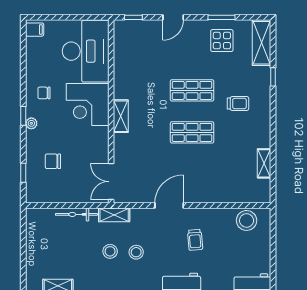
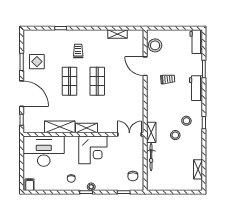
door: (173, 17) -> (22, 94), width x1.88
shelving: (261, 43) -> (60, 127), moved
corner desk: (88, 105) -> (93, 150), moved
chair: (53, 161) -> (133, 176), moved
double door: (111, 182) -> (129, 134), swing flipped
door: (169, 205) -> (145, 66), moved
stool: (136, 252) -> (186, 121), moved

